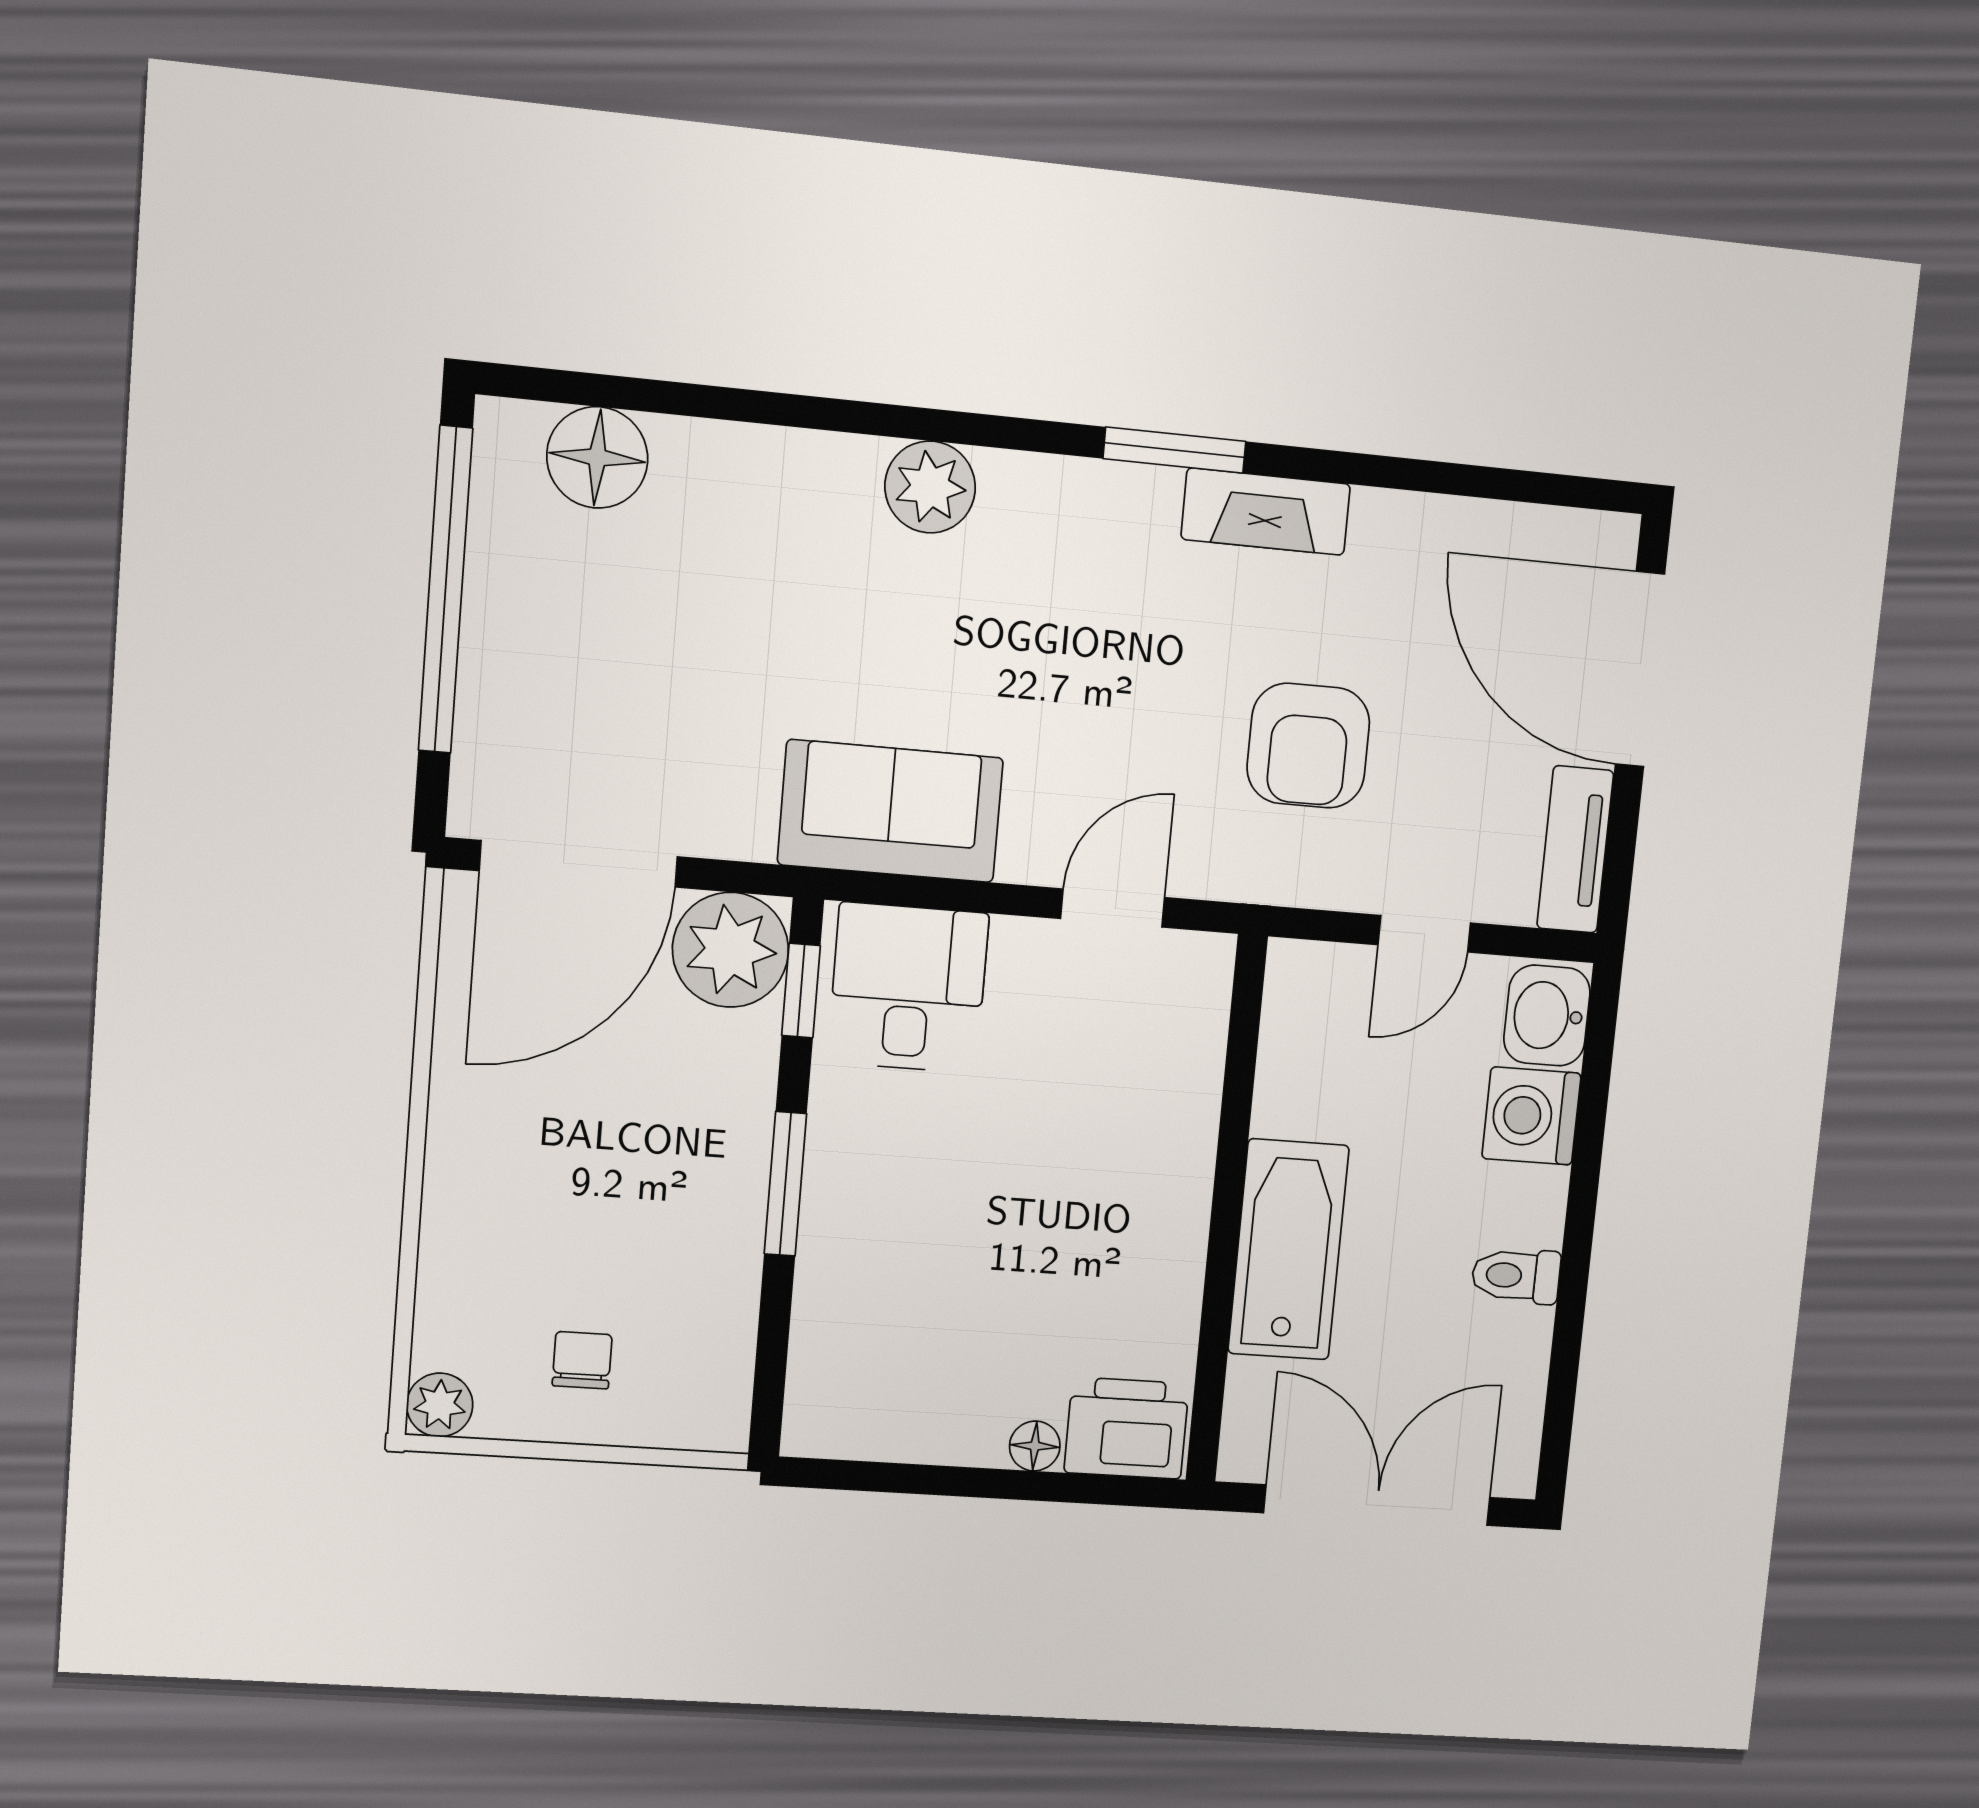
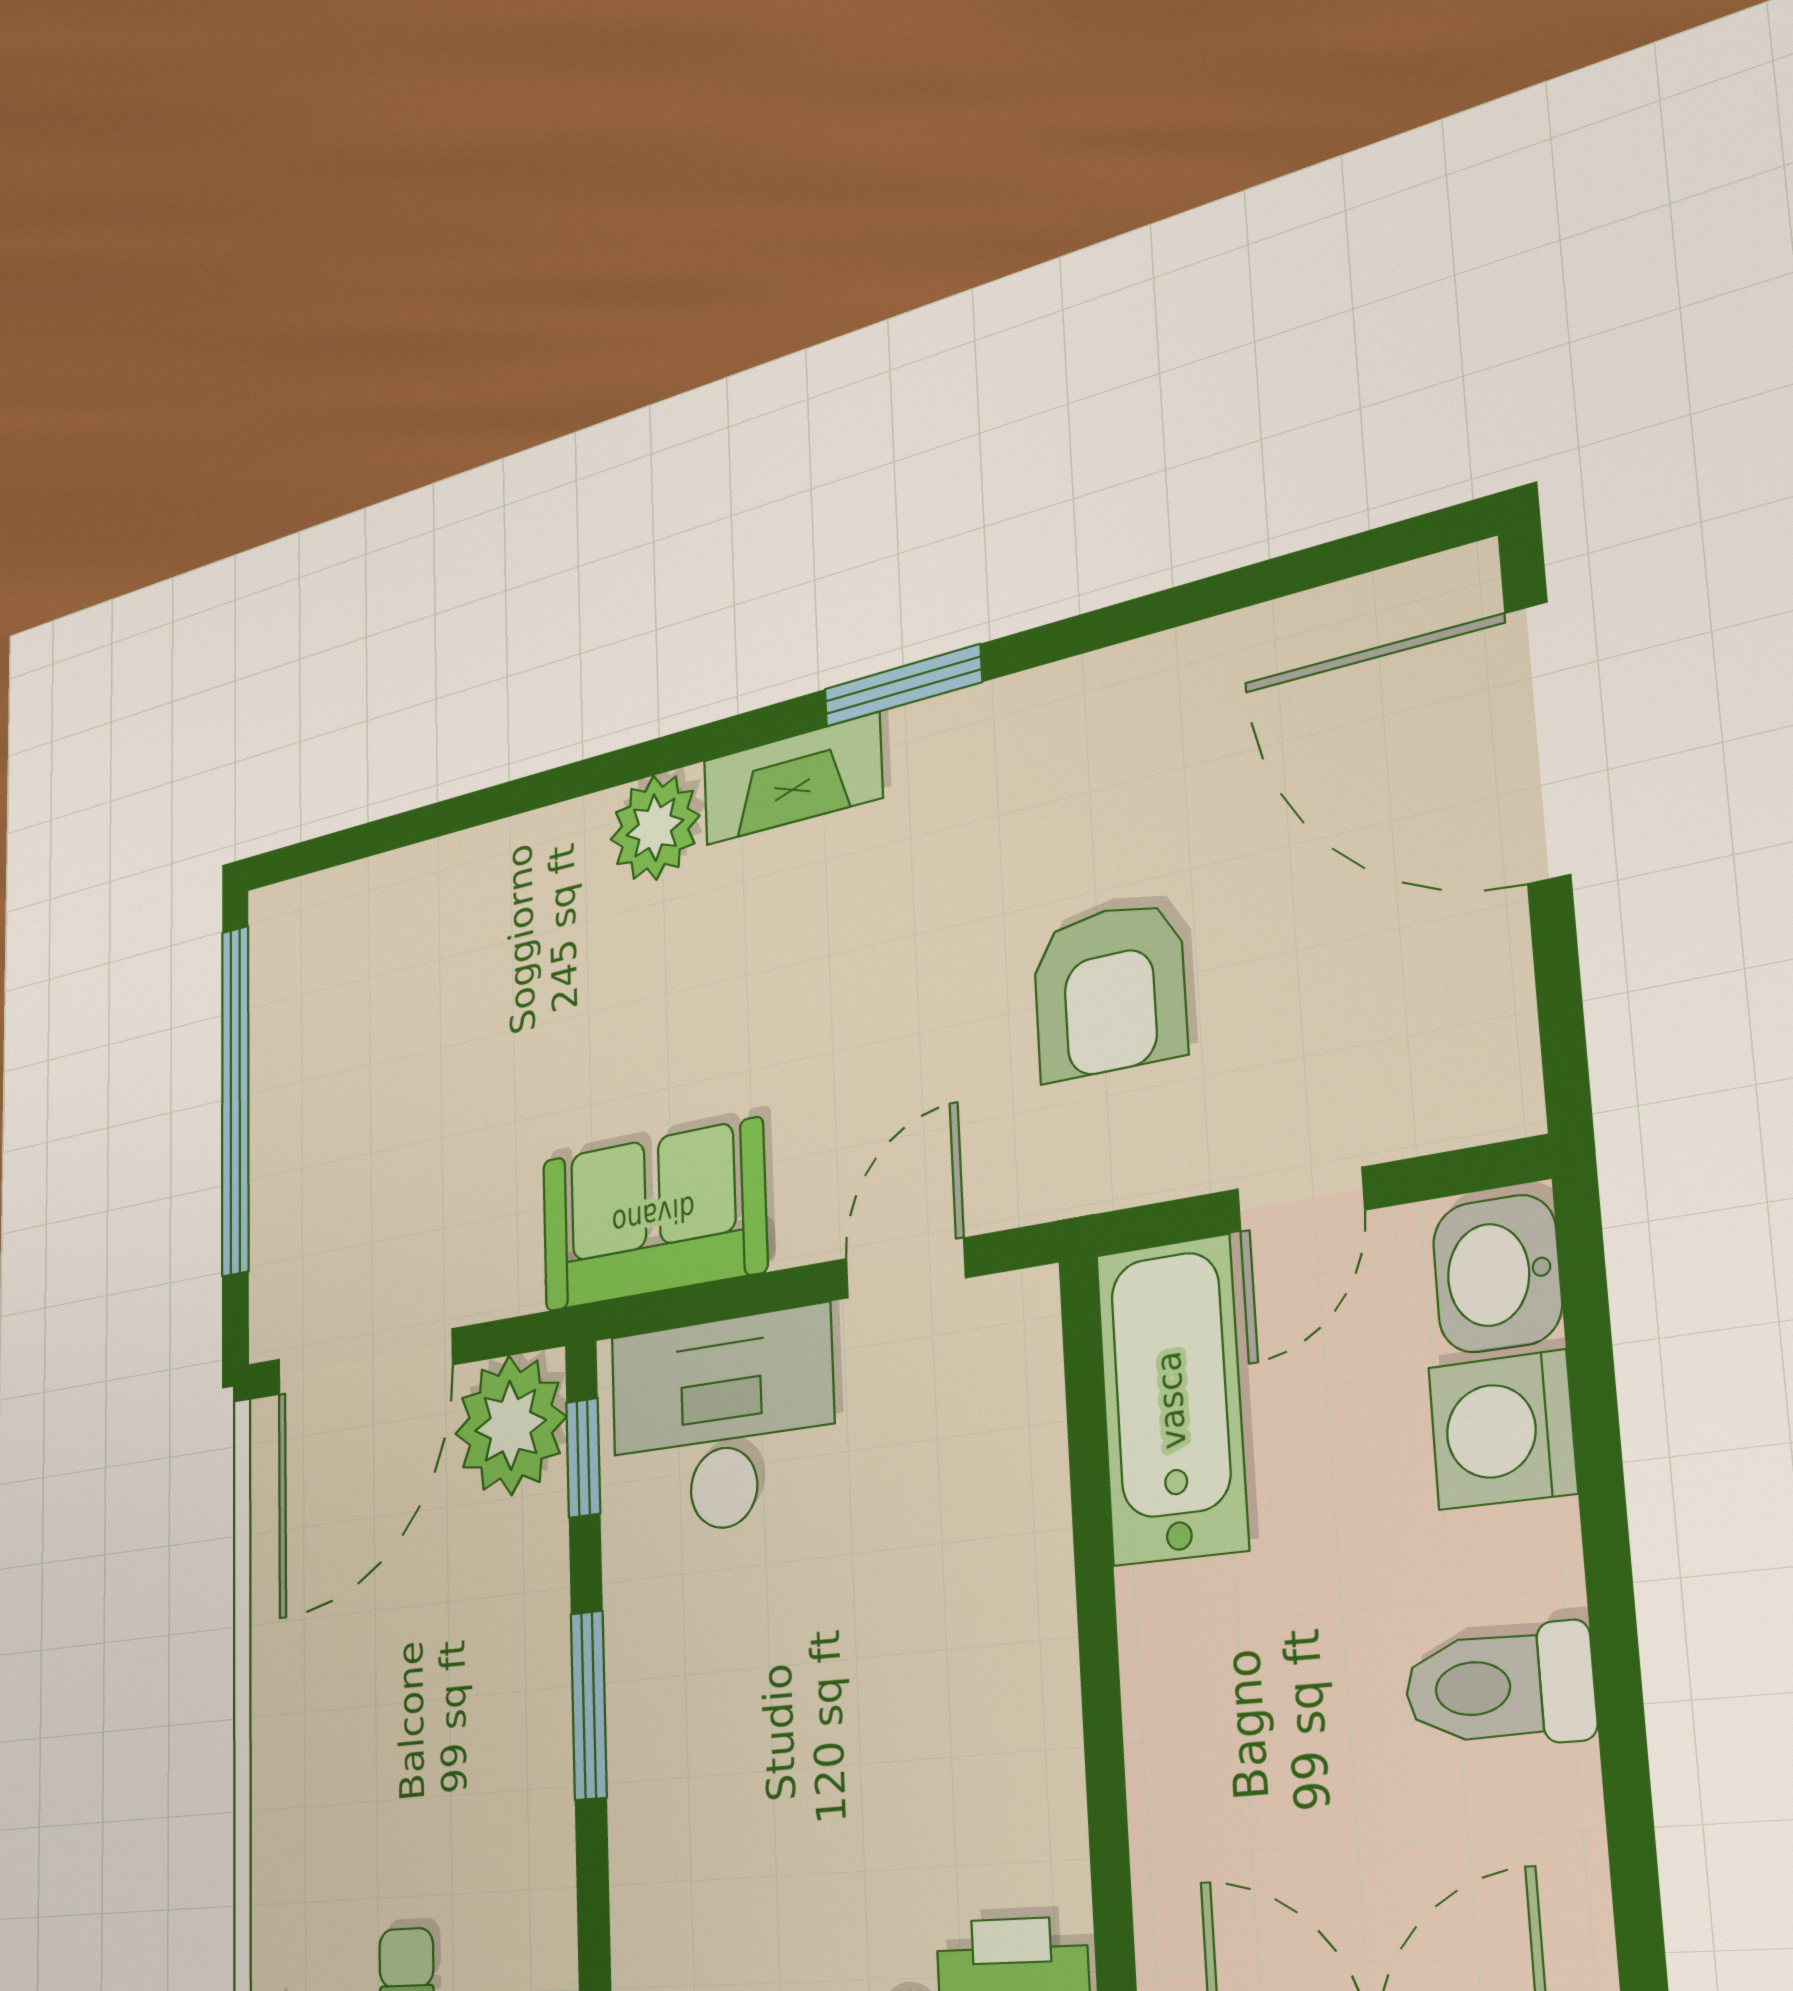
floor lamp: (597, 457) -> (351, 915), removed
fireplace: (1266, 512) -> (792, 779), moved
tv unit: (1575, 849) -> (1493, 1022), removed
desk: (908, 988) -> (722, 1423), width x1.37
bathtub: (1288, 1250) -> (1171, 1400), moved
toilet: (1516, 1276) -> (1499, 1686), width x1.37, depth x1.39

